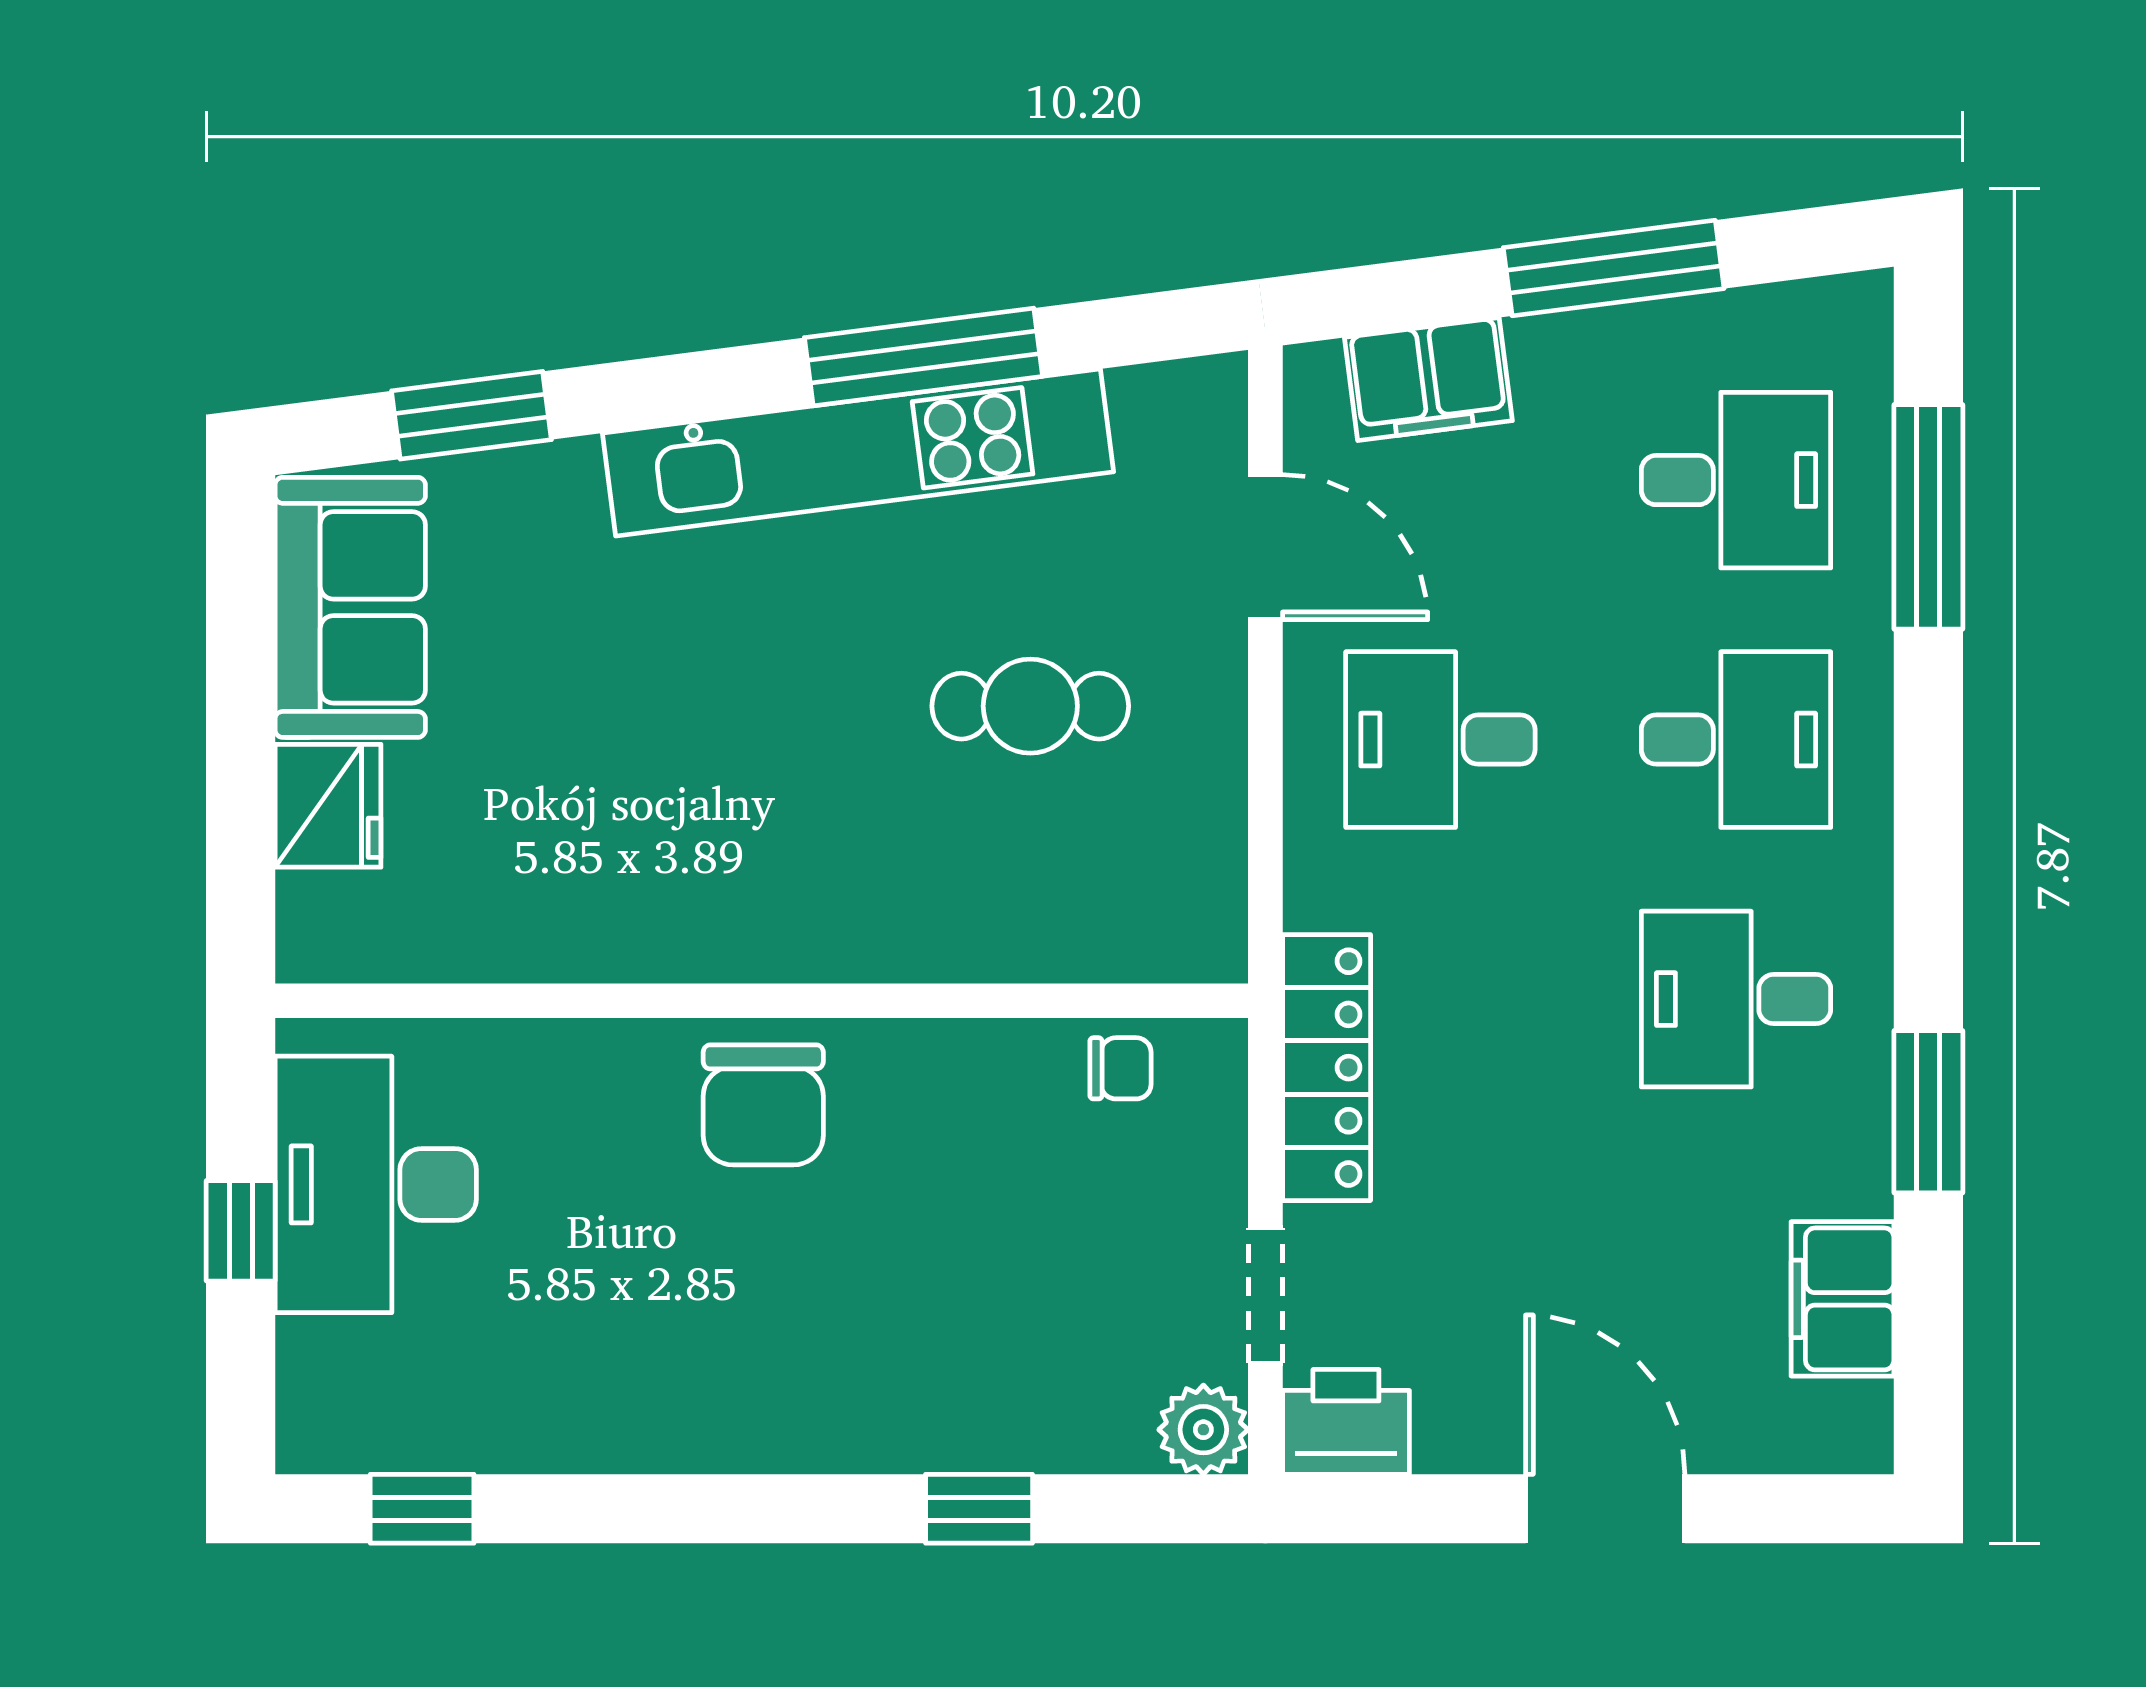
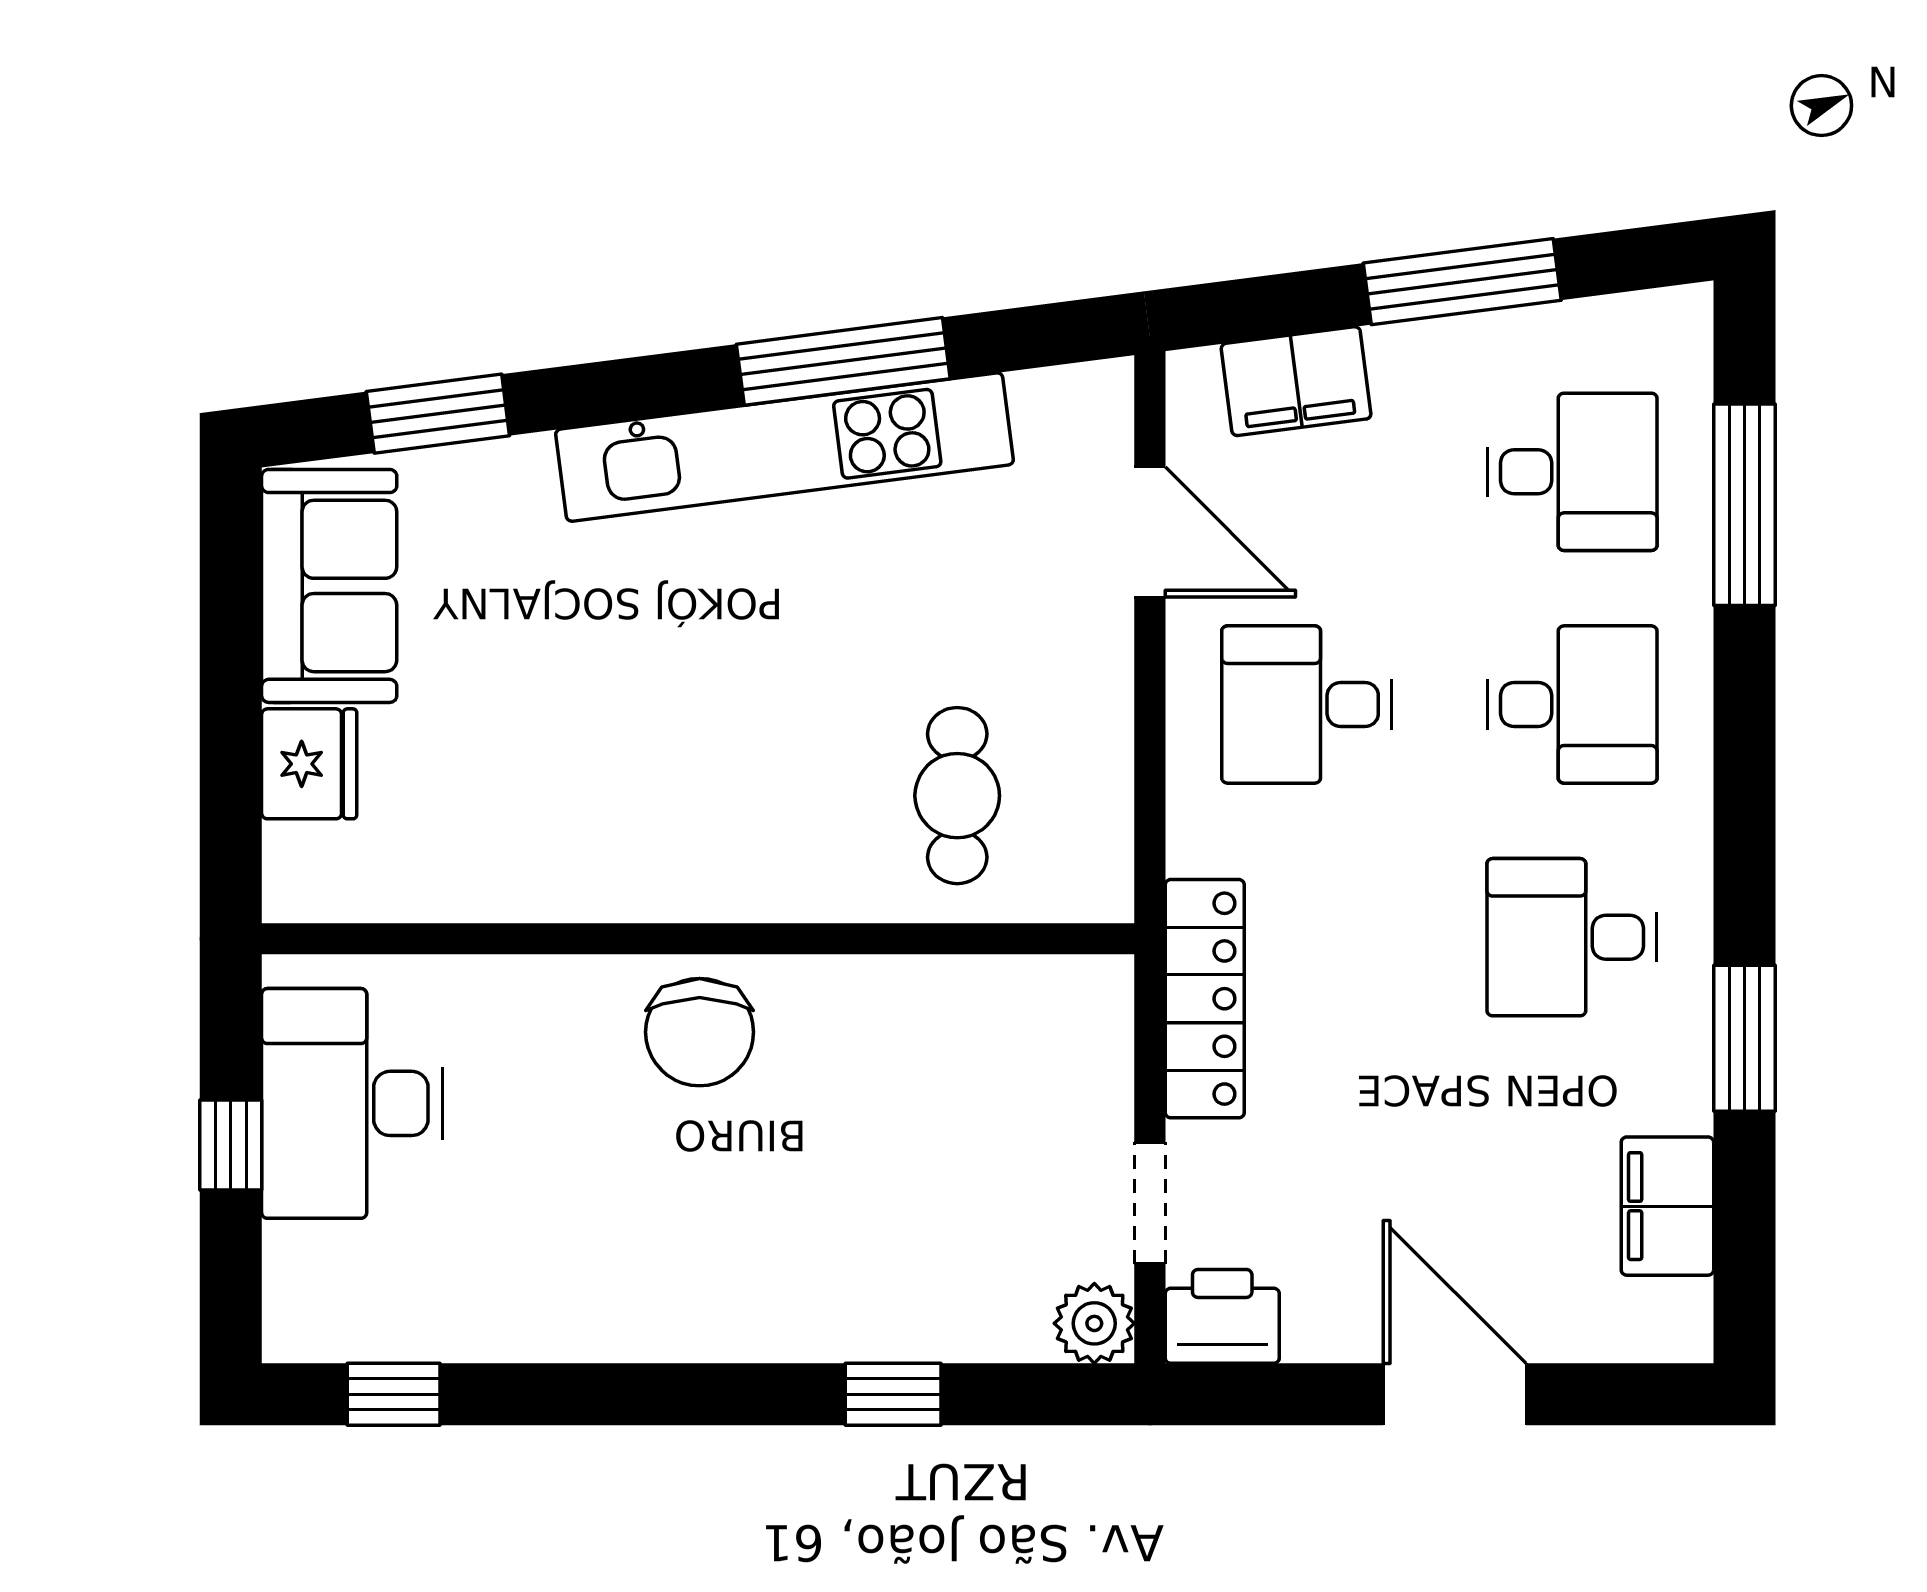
cafe table: (1030, 706) -> (957, 796), moved, turned 90
chair: (1120, 1068) -> (1020, 999), removed

